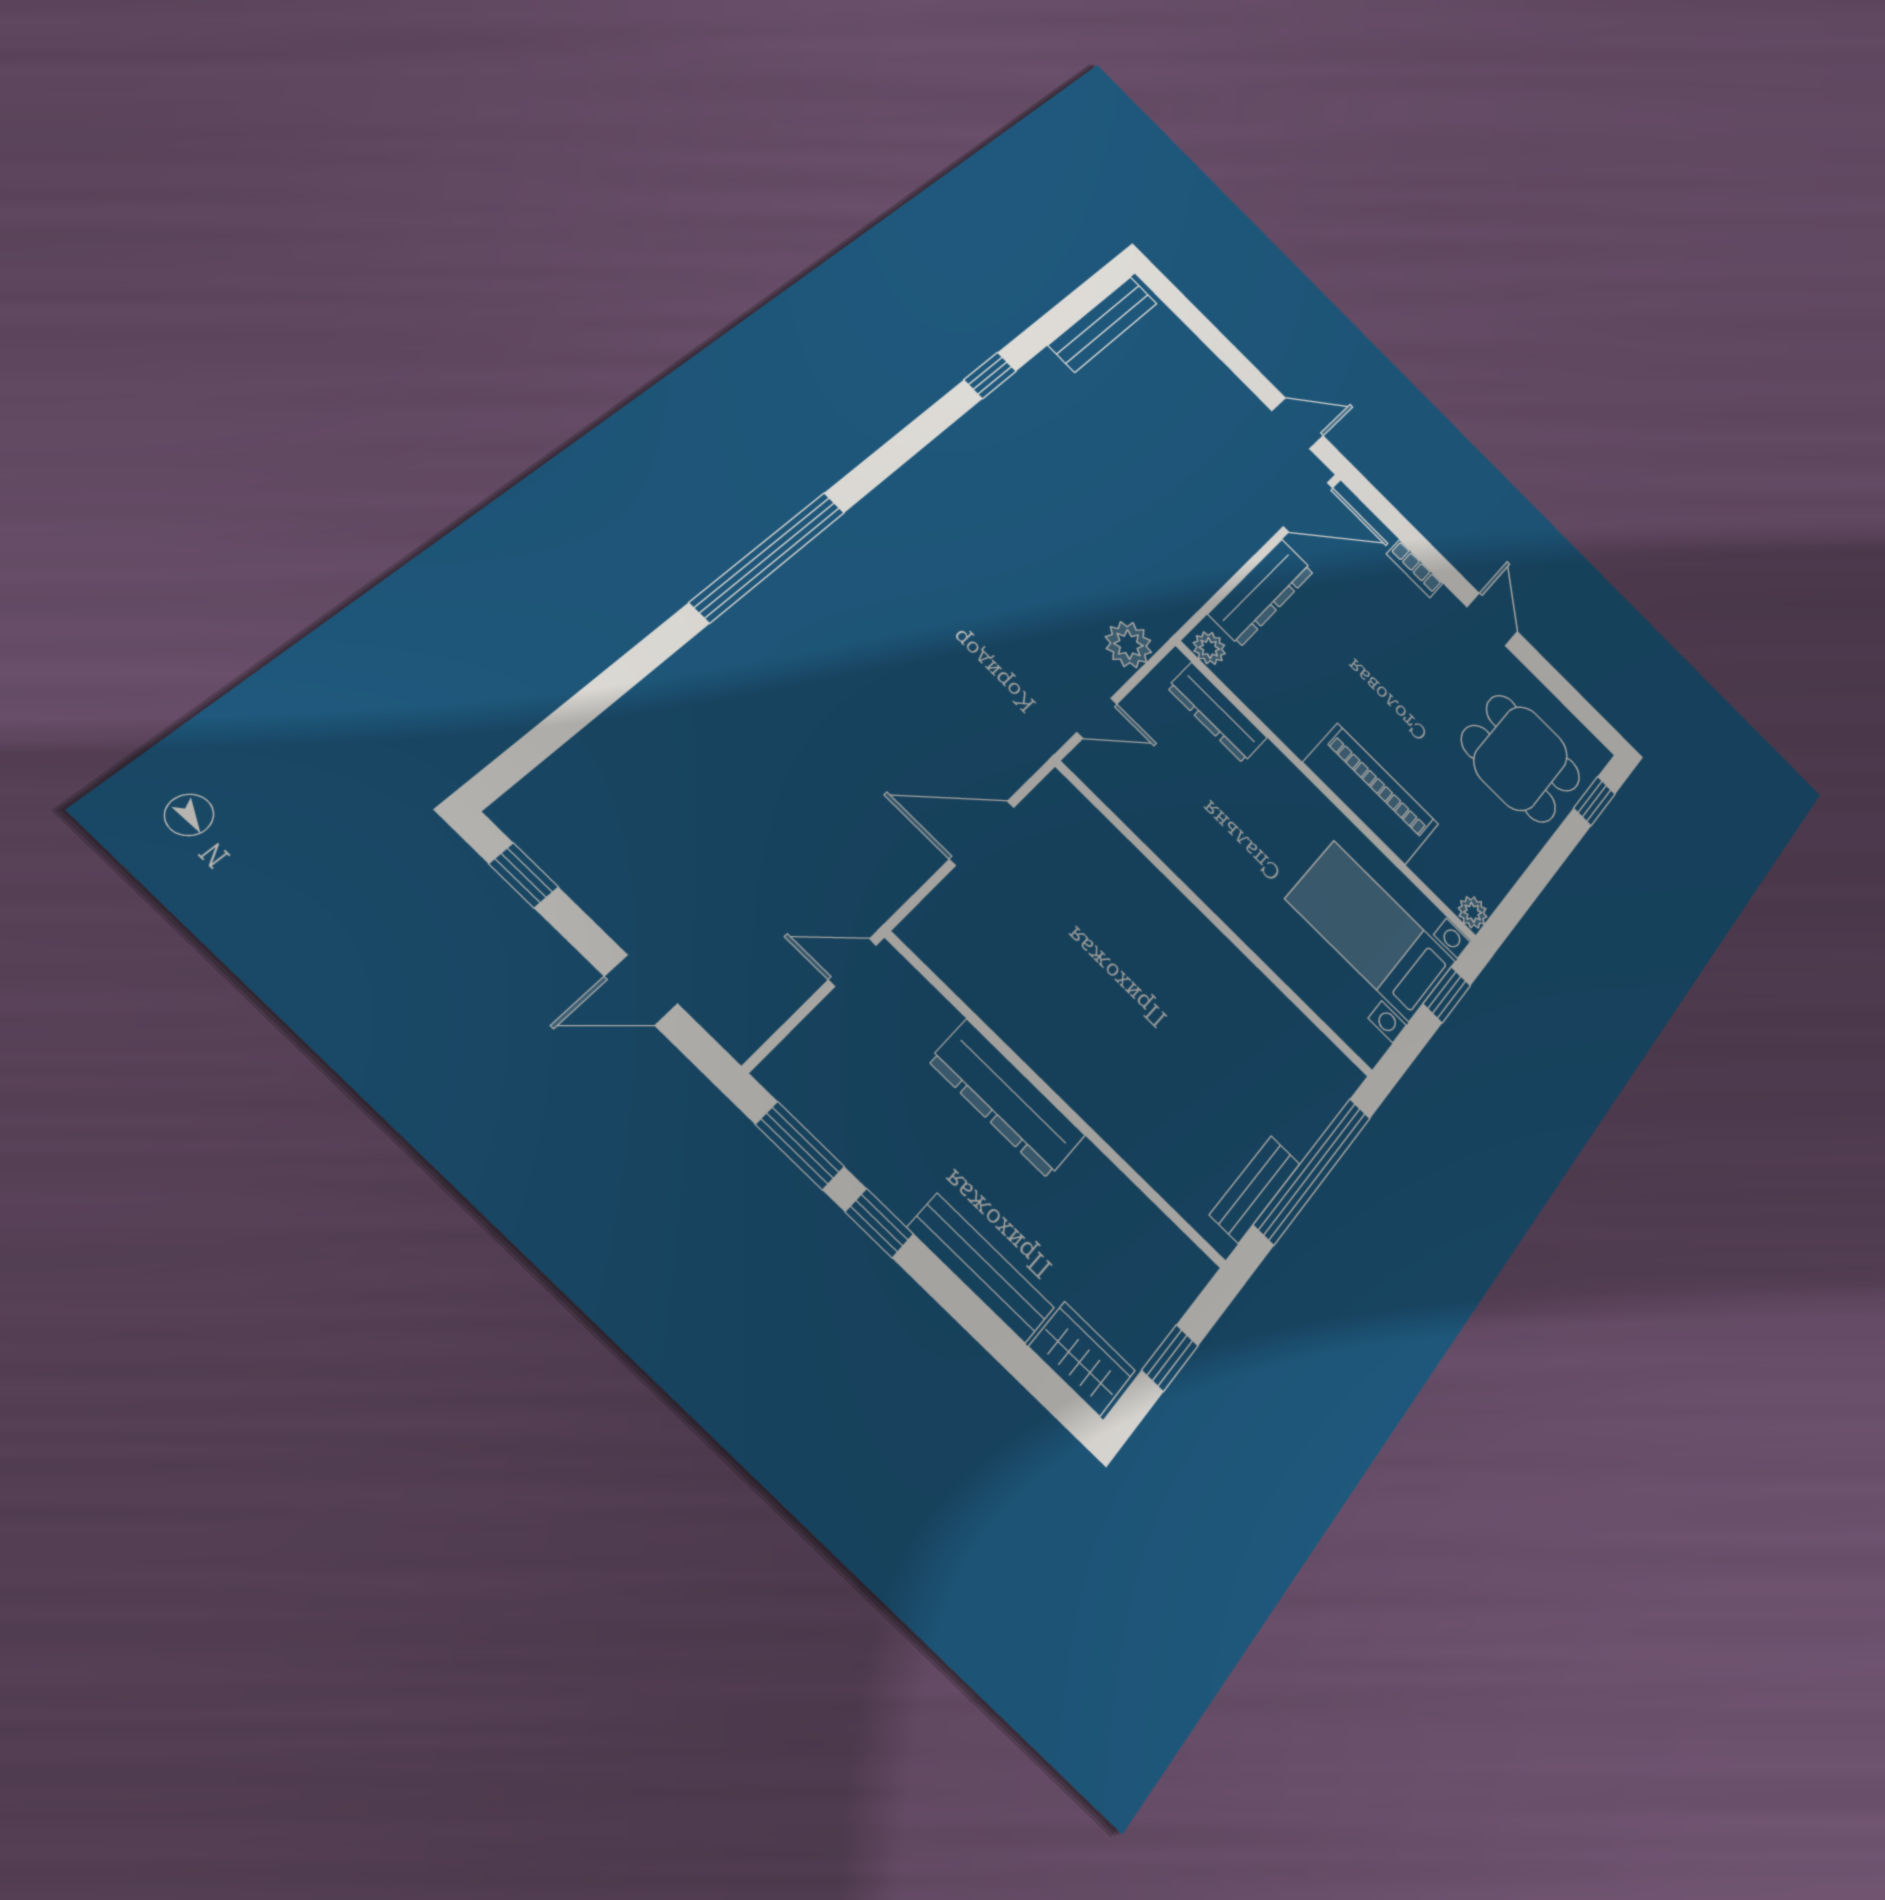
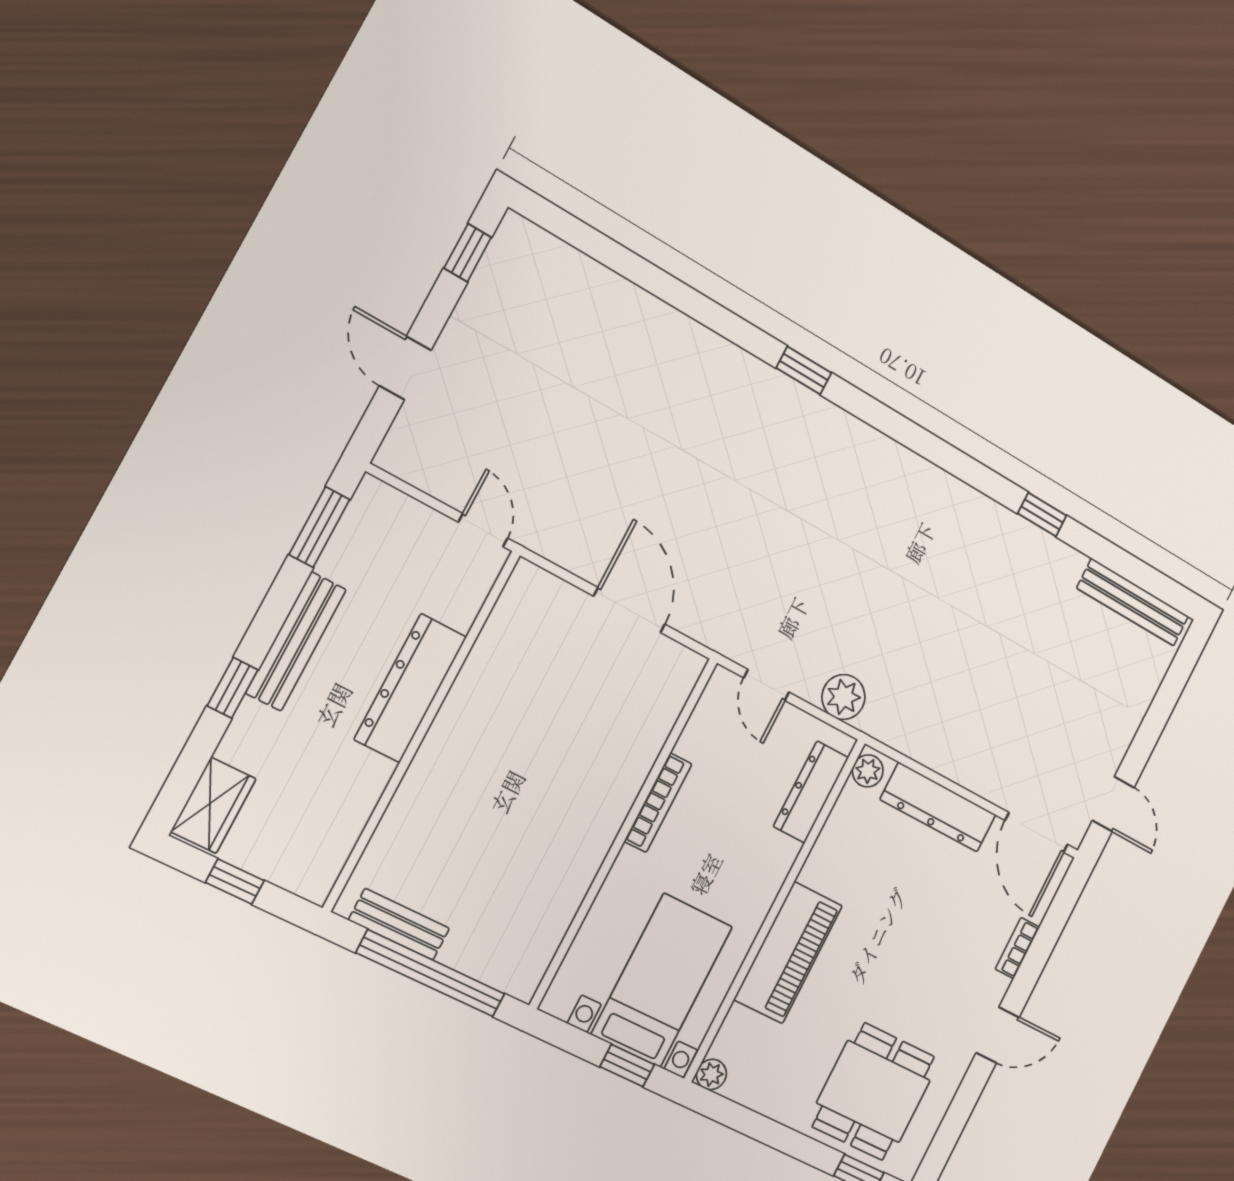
window: (768, 557) -> (804, 370), width x0.32
bookcase: (1192, 873) -> (658, 803), added
window: (879, 1223) -> (232, 688), moved
bench: (981, 1268) -> (296, 641), moved

